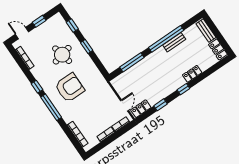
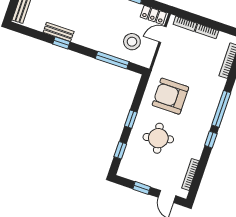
window: (166, 39) -> (61, 43), width x0.32
stool: (134, 83) -> (132, 42), added
armchair: (70, 88) -> (170, 96), moved

